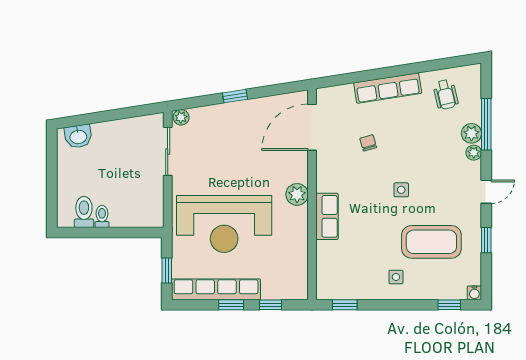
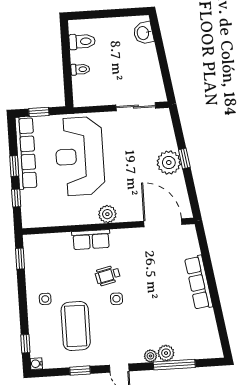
wheelchair: (446, 94) -> (108, 276), moved
plant: (181, 117) -> (169, 163), moved, width x1.88, depth x1.88
chair: (368, 143) -> (153, 269), removed
toilet: (102, 216) -> (80, 69), moved

